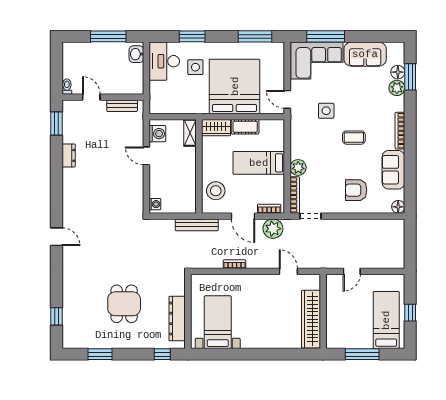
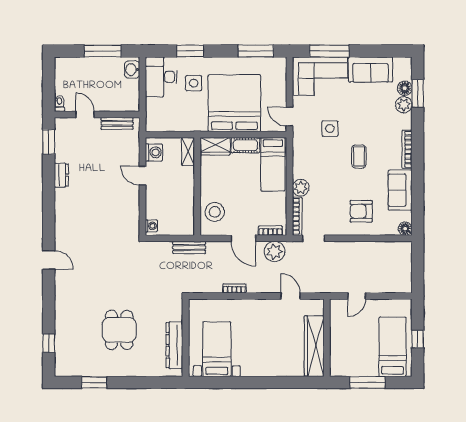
coffee table: (354, 138) -> (359, 156), turned 90
bed: (259, 163) -> (273, 164), moved, turned -90
bench: (197, 225) -> (189, 247), width x0.73
window: (162, 354) -> (159, 382), removed

